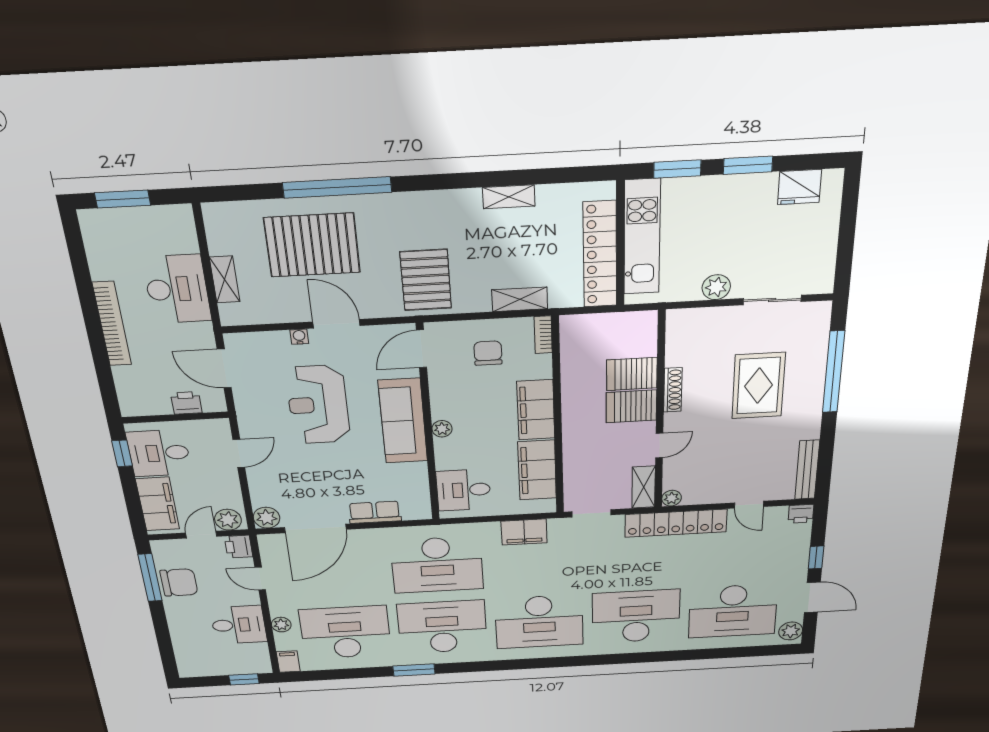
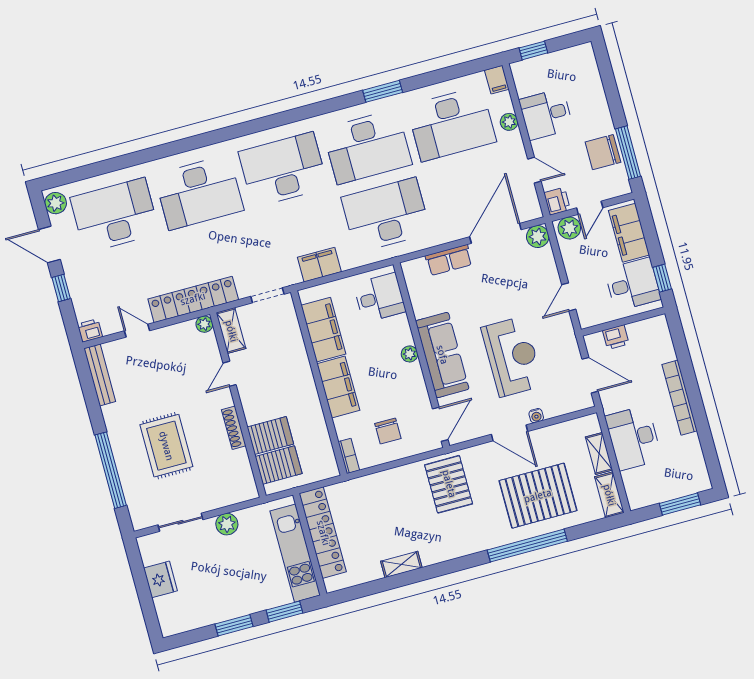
fridge: (799, 187) -> (161, 579), moved, turned 90
shelving: (520, 299) -> (609, 495), moved, turned 90
server rack: (631, 406) -> (279, 465), moved

